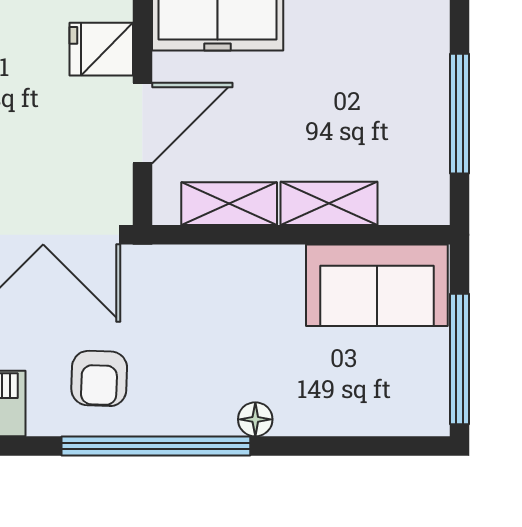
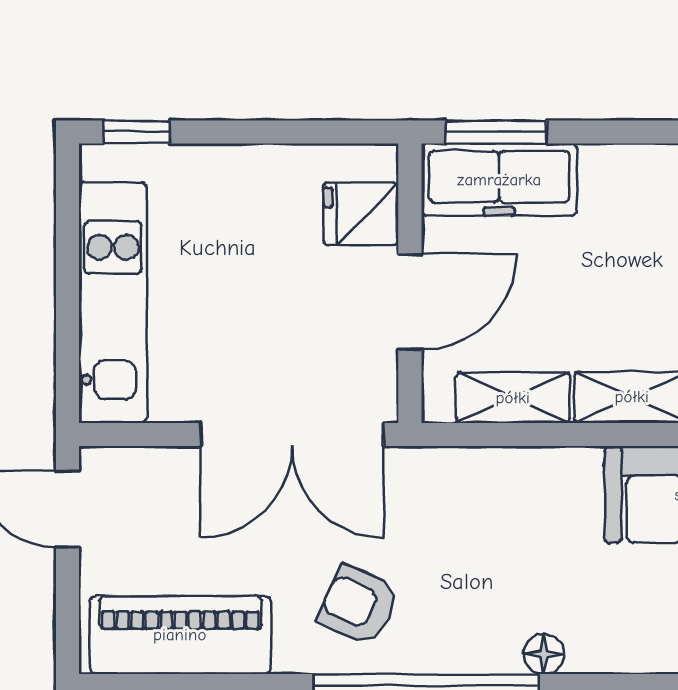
armchair: (99, 378) -> (358, 605), turned 112

